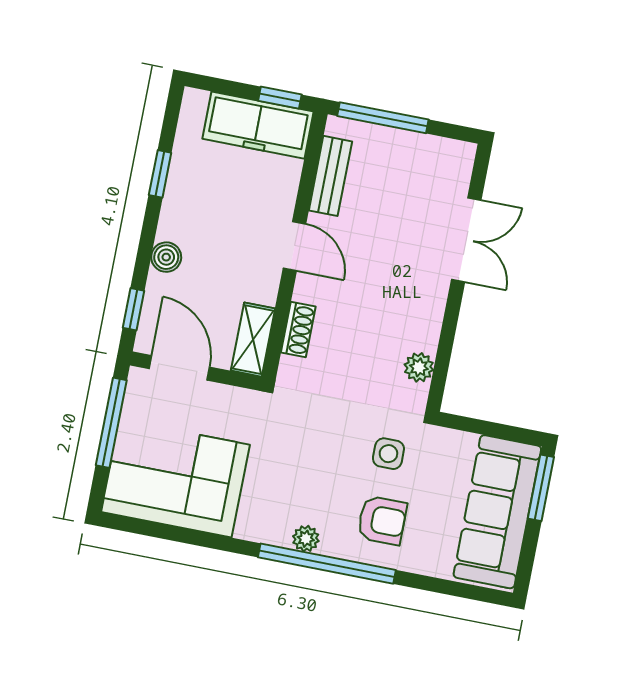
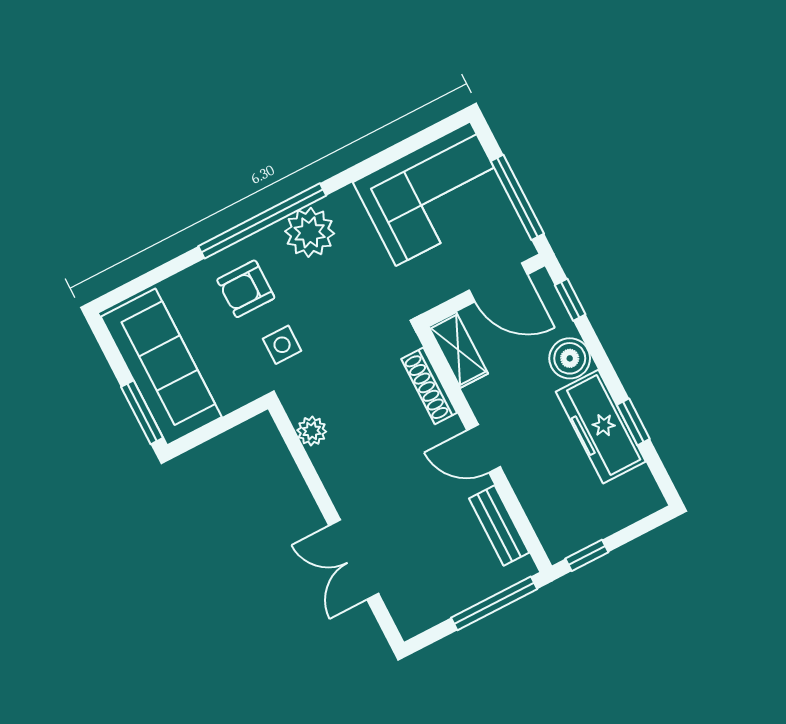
freezer: (258, 125) -> (601, 427), moved, turned -90
boiler: (166, 257) -> (570, 358), width x1.36, depth x1.36
shoe rack: (298, 330) -> (429, 386), width x1.43
plant: (306, 539) -> (310, 232), width x1.87, depth x1.87

